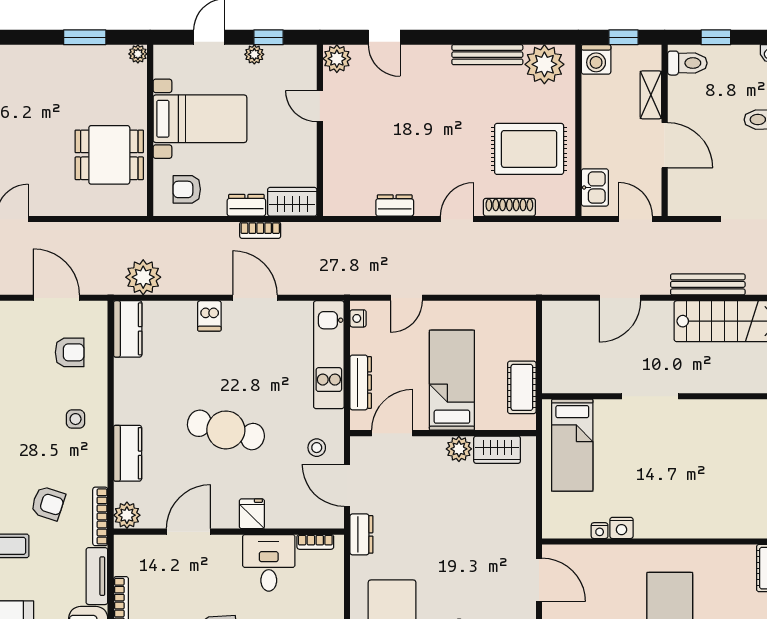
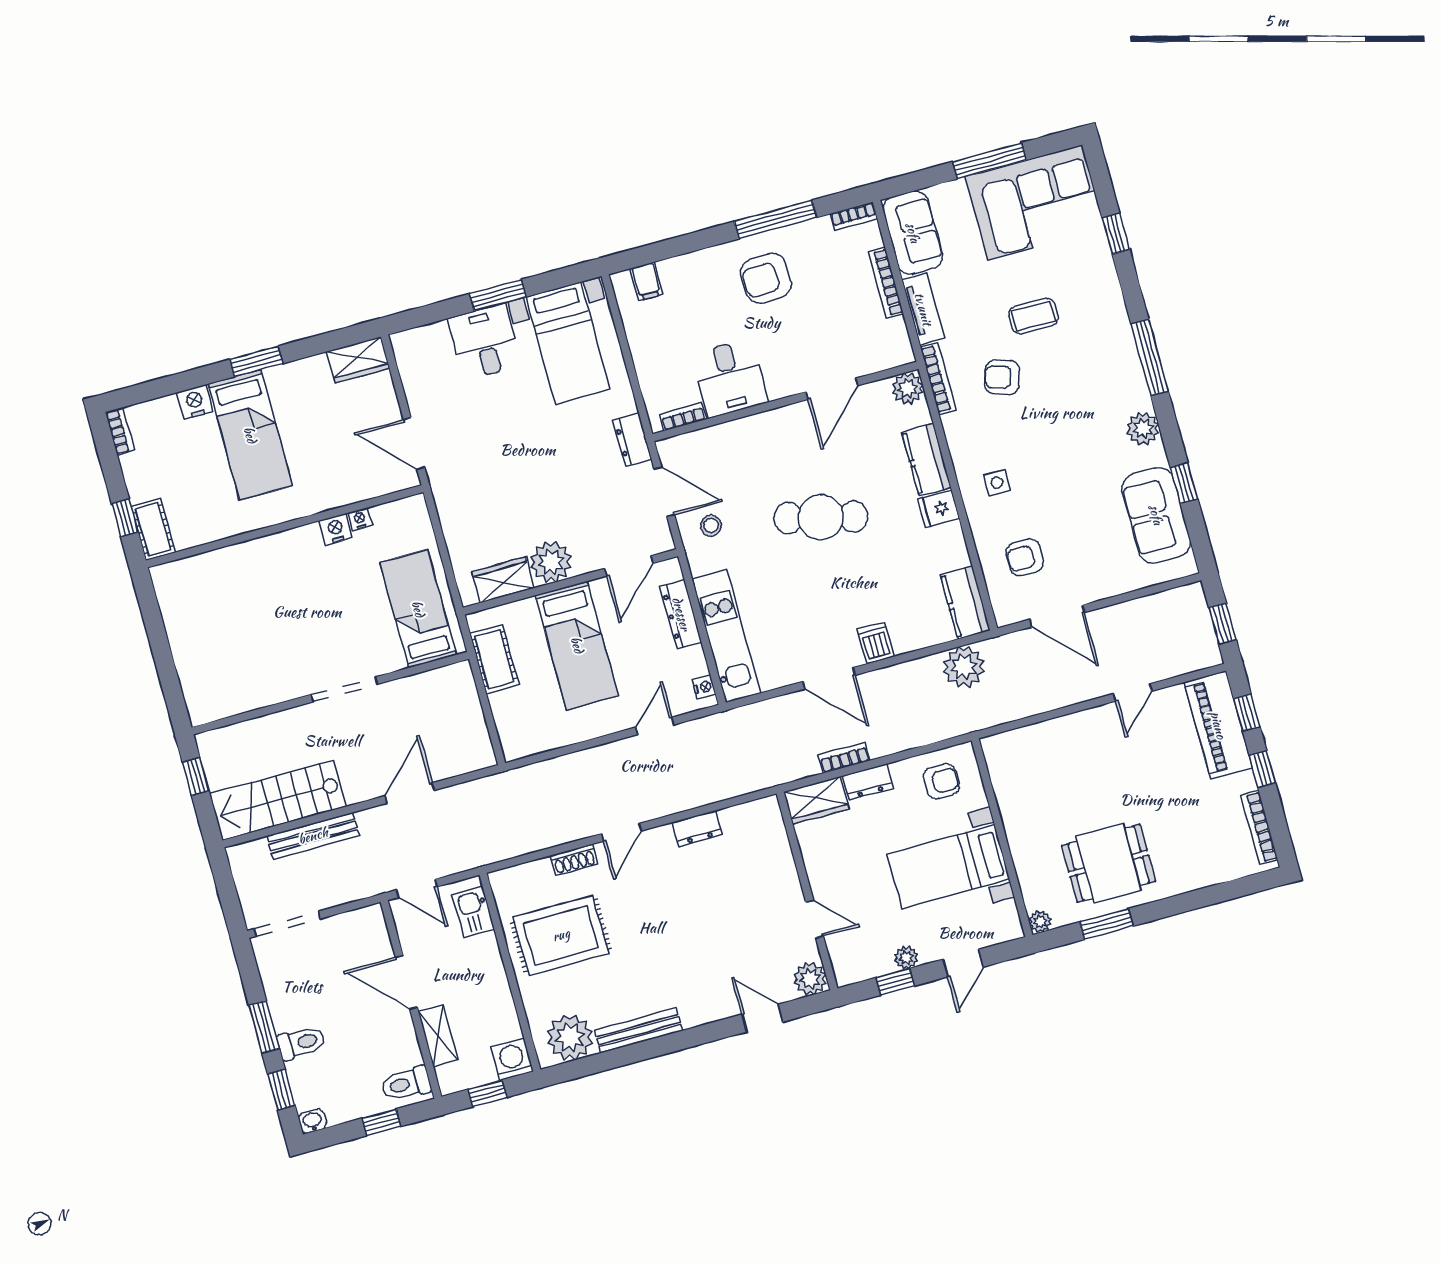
dining table: (109, 155) -> (1109, 863), moved
shoe rack: (509, 207) -> (574, 860), width x0.70
plant: (459, 449) -> (551, 562), width x1.36, depth x1.36
fridge: (252, 514) -> (939, 509), moved, turned 90

